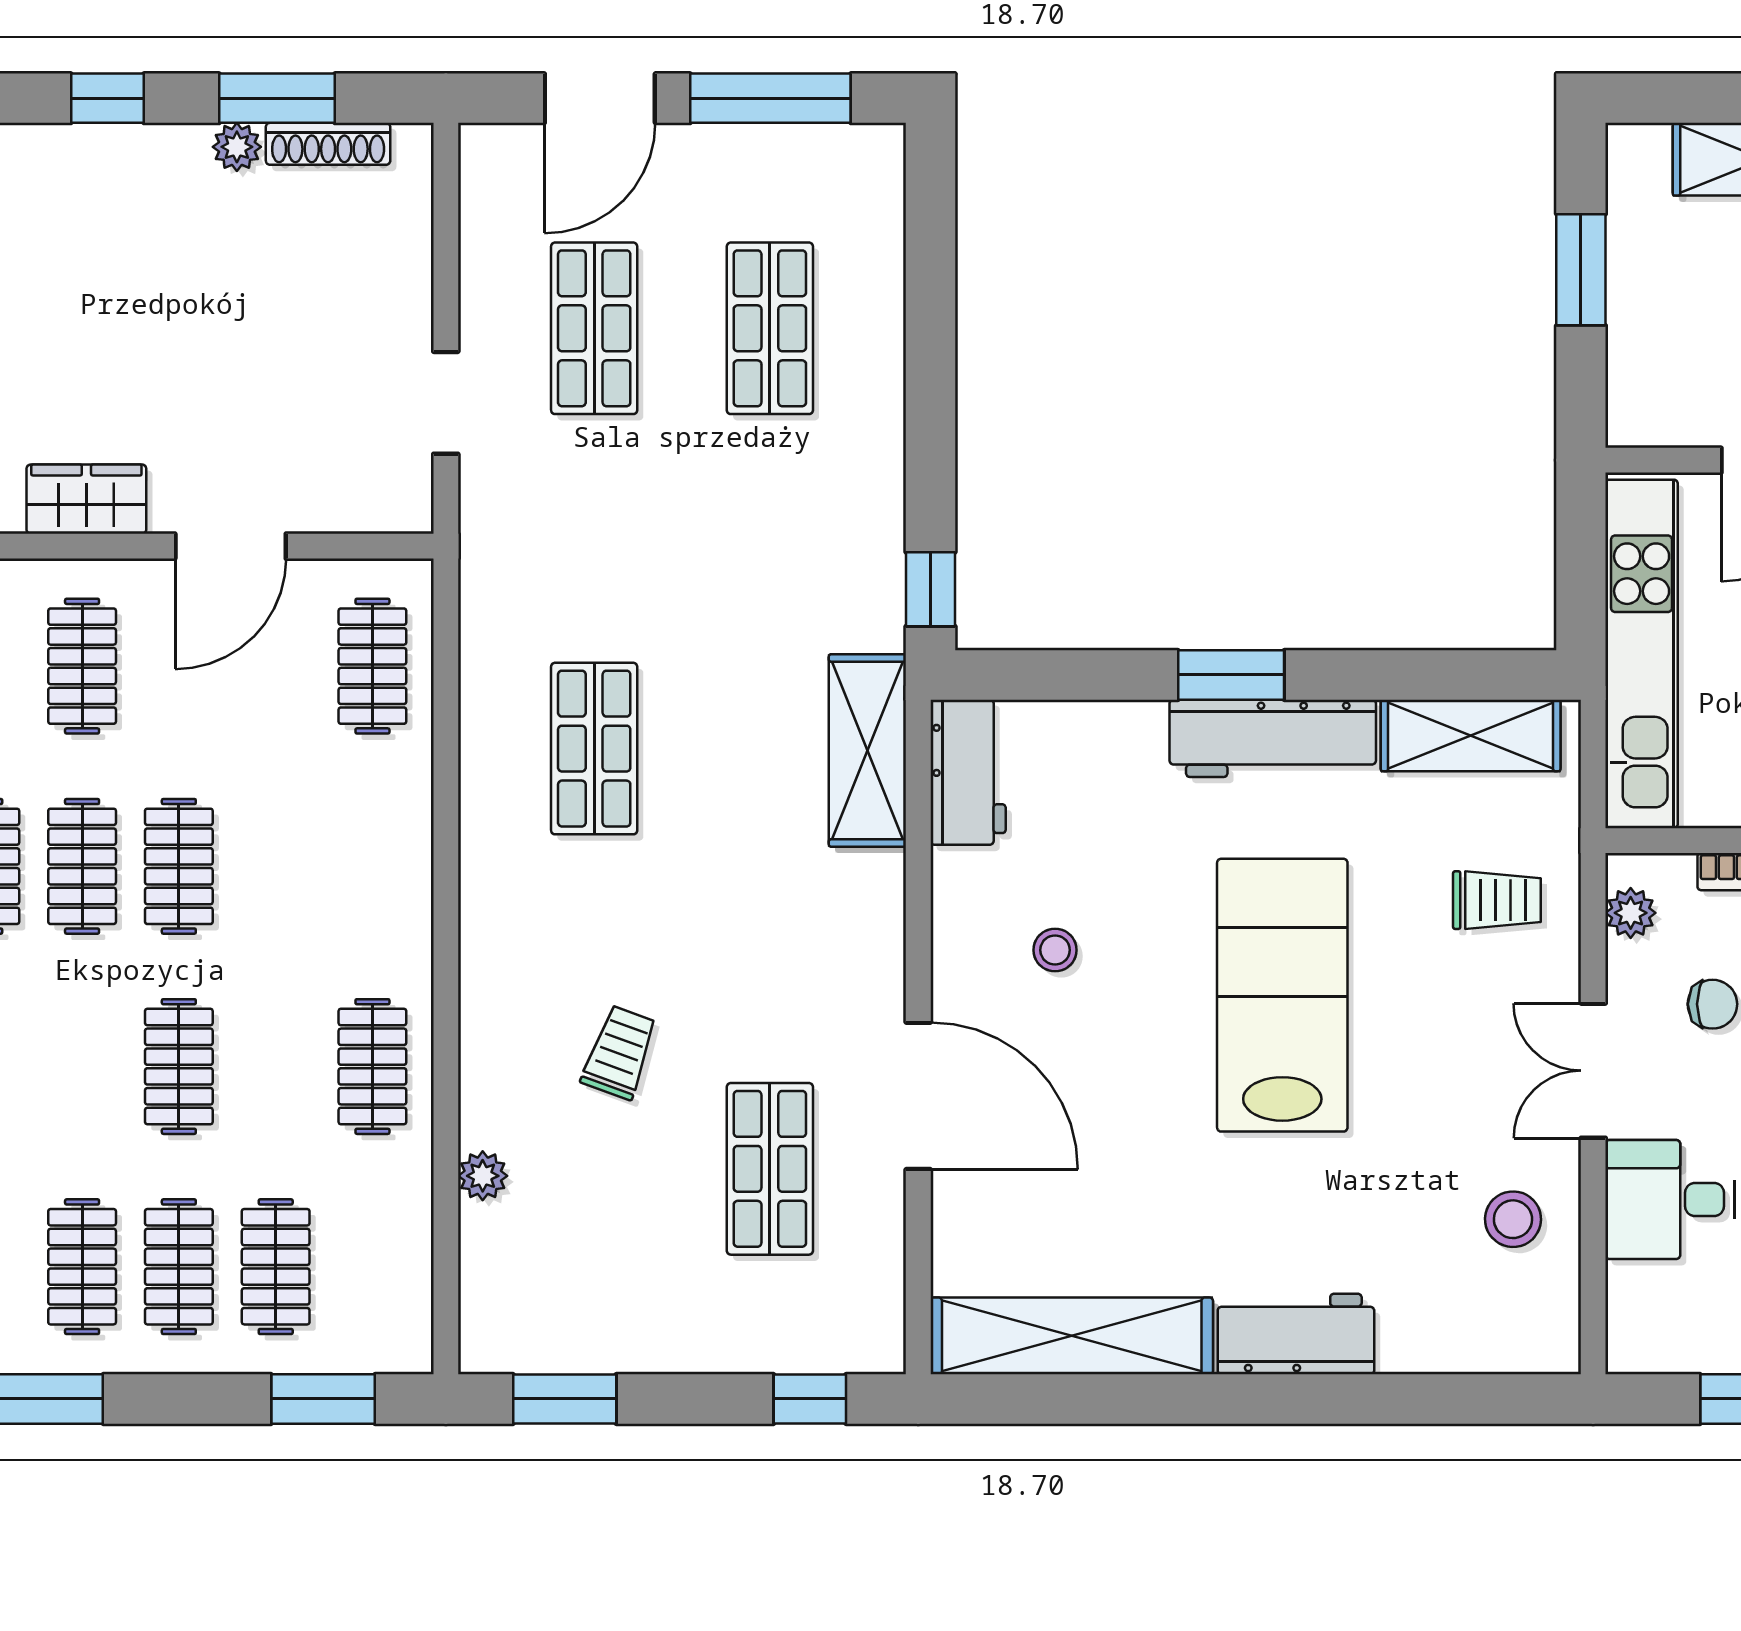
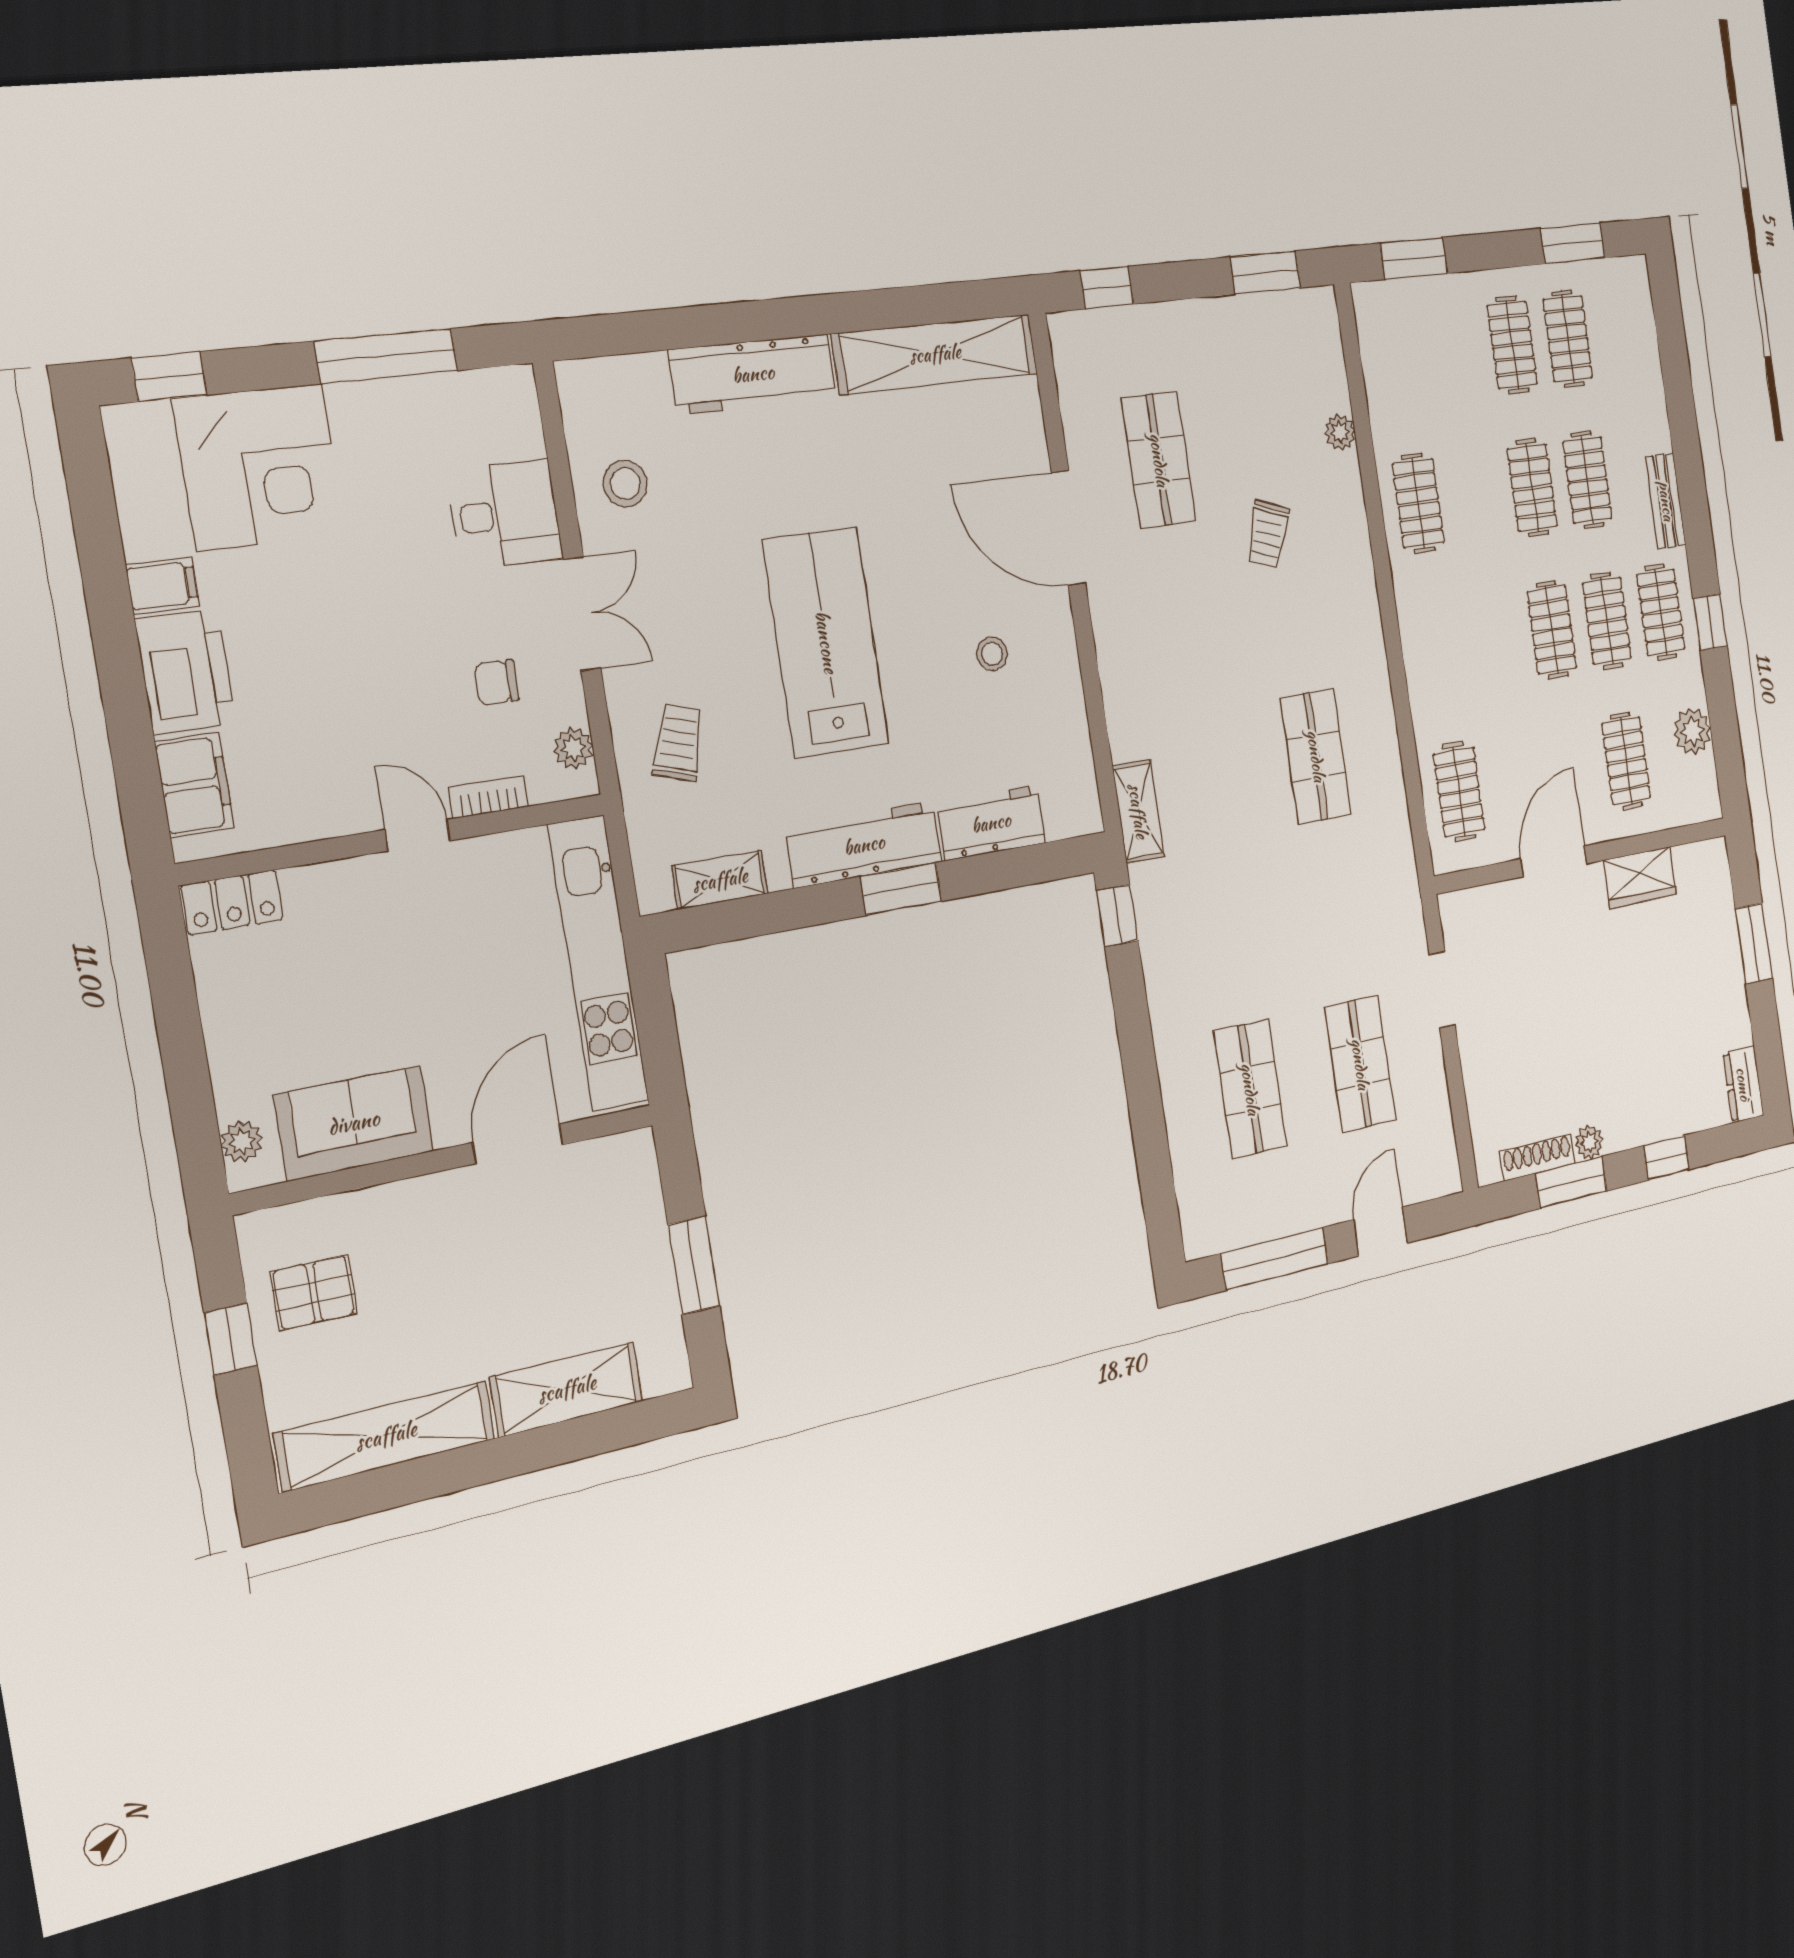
door: (600, 98) -> (1381, 1231), width x0.73
shelving: (1471, 735) -> (720, 880), width x0.67, depth x0.75
shelving: (867, 750) -> (1138, 811), width x0.67, depth x0.75
workbench: (968, 772) -> (991, 823), moved, turned 90
trolley: (1497, 900) -> (678, 743), turned 107
lab bench: (1282, 995) -> (826, 642), turned 180
clothes rail: (276, 1267) -> (1587, 480), moved
workbench: (1296, 1334) -> (753, 374), width x1.38

